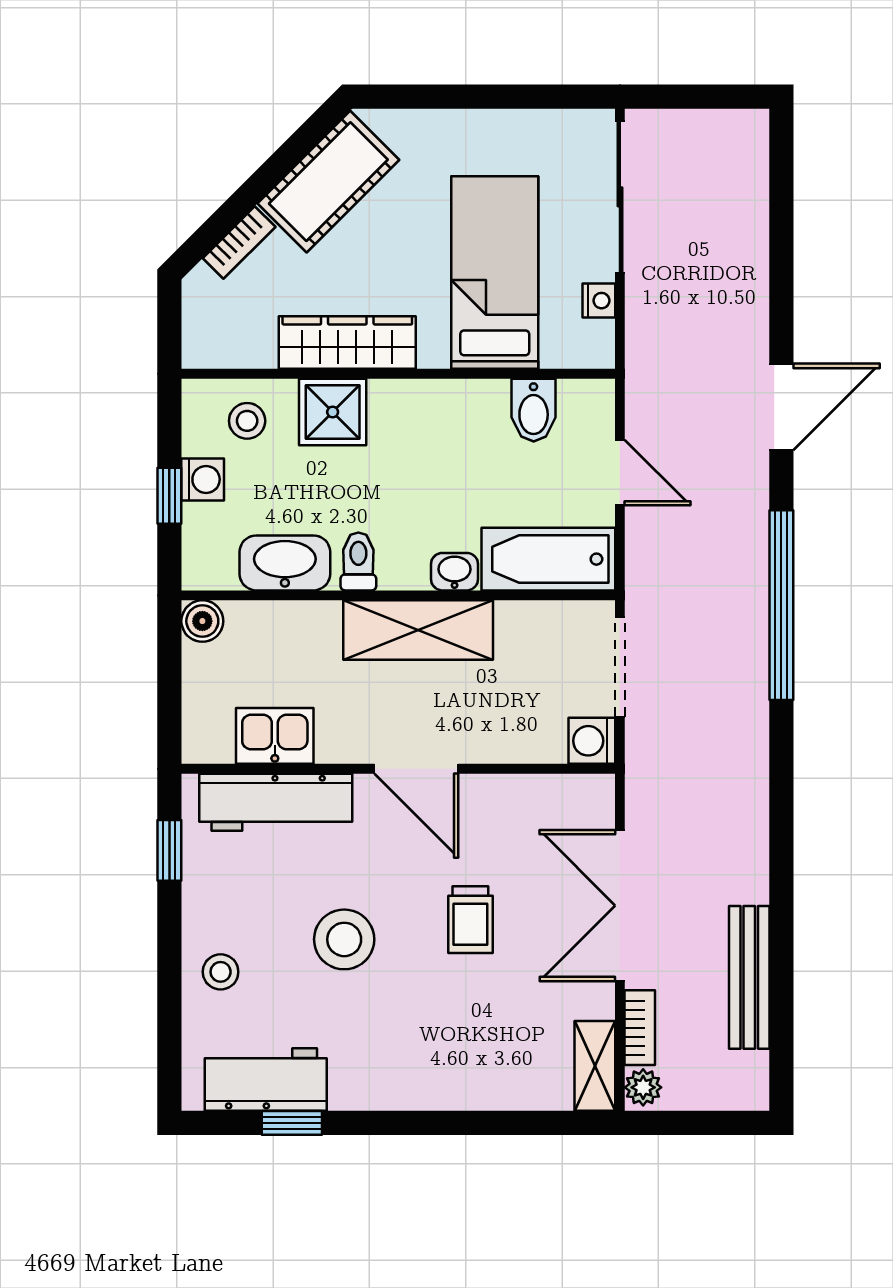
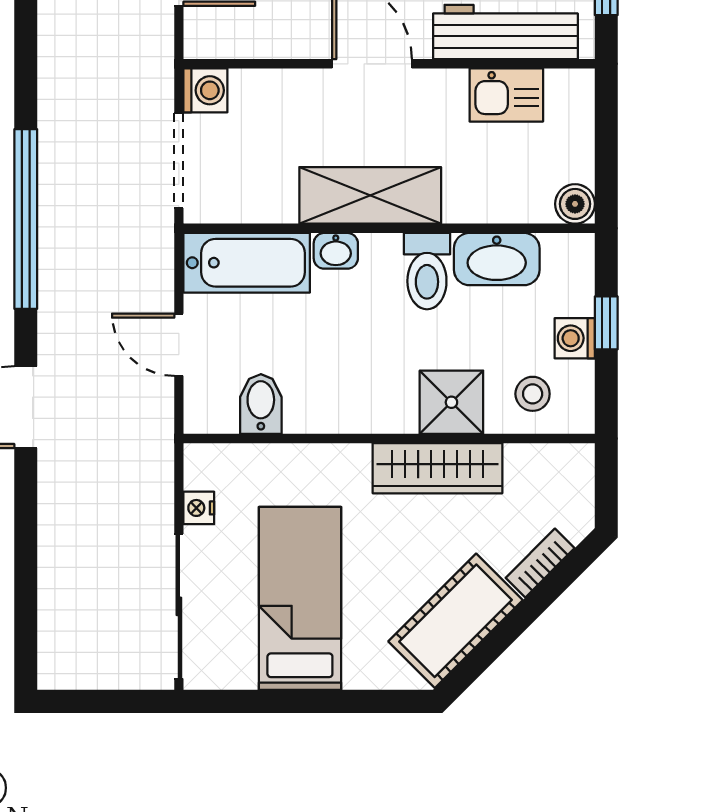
bed: (495, 272) -> (300, 598), moved, turned 180
toilet: (358, 561) -> (427, 271), width x1.37, depth x1.39

